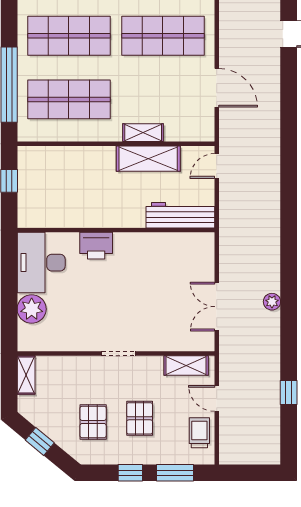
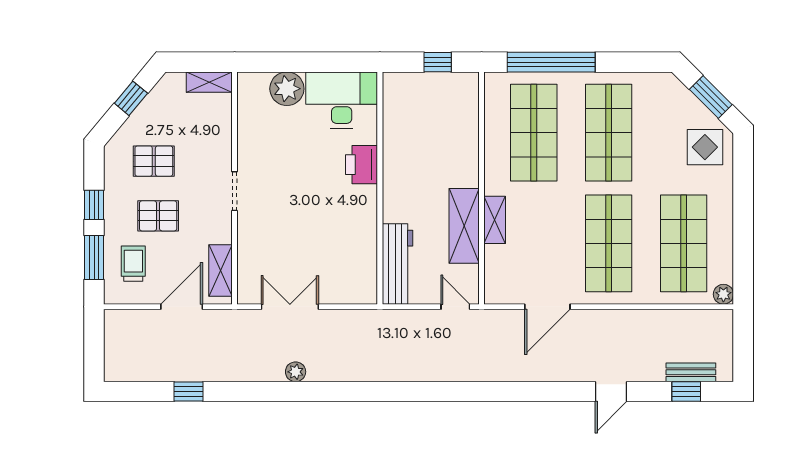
door: (217, 398) -> (182, 307), width x1.38
trolley: (199, 433) -> (133, 264), moved, turned -90

